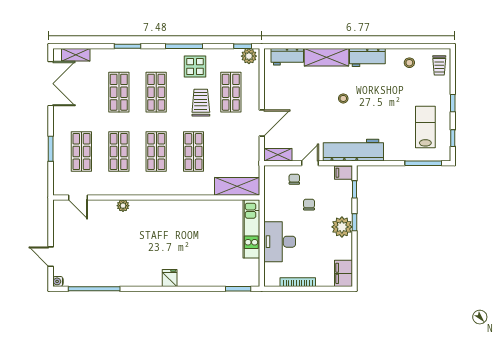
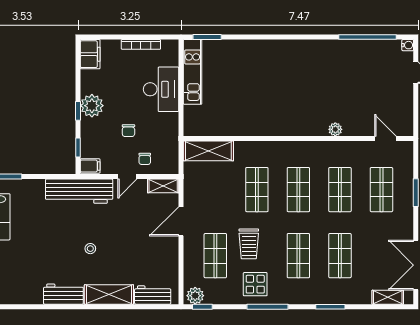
stool: (409, 63) -> (17, 288), removed
kitchen unit: (251, 229) -> (193, 72), moved
fridge: (170, 278) -> (283, 49), removed

